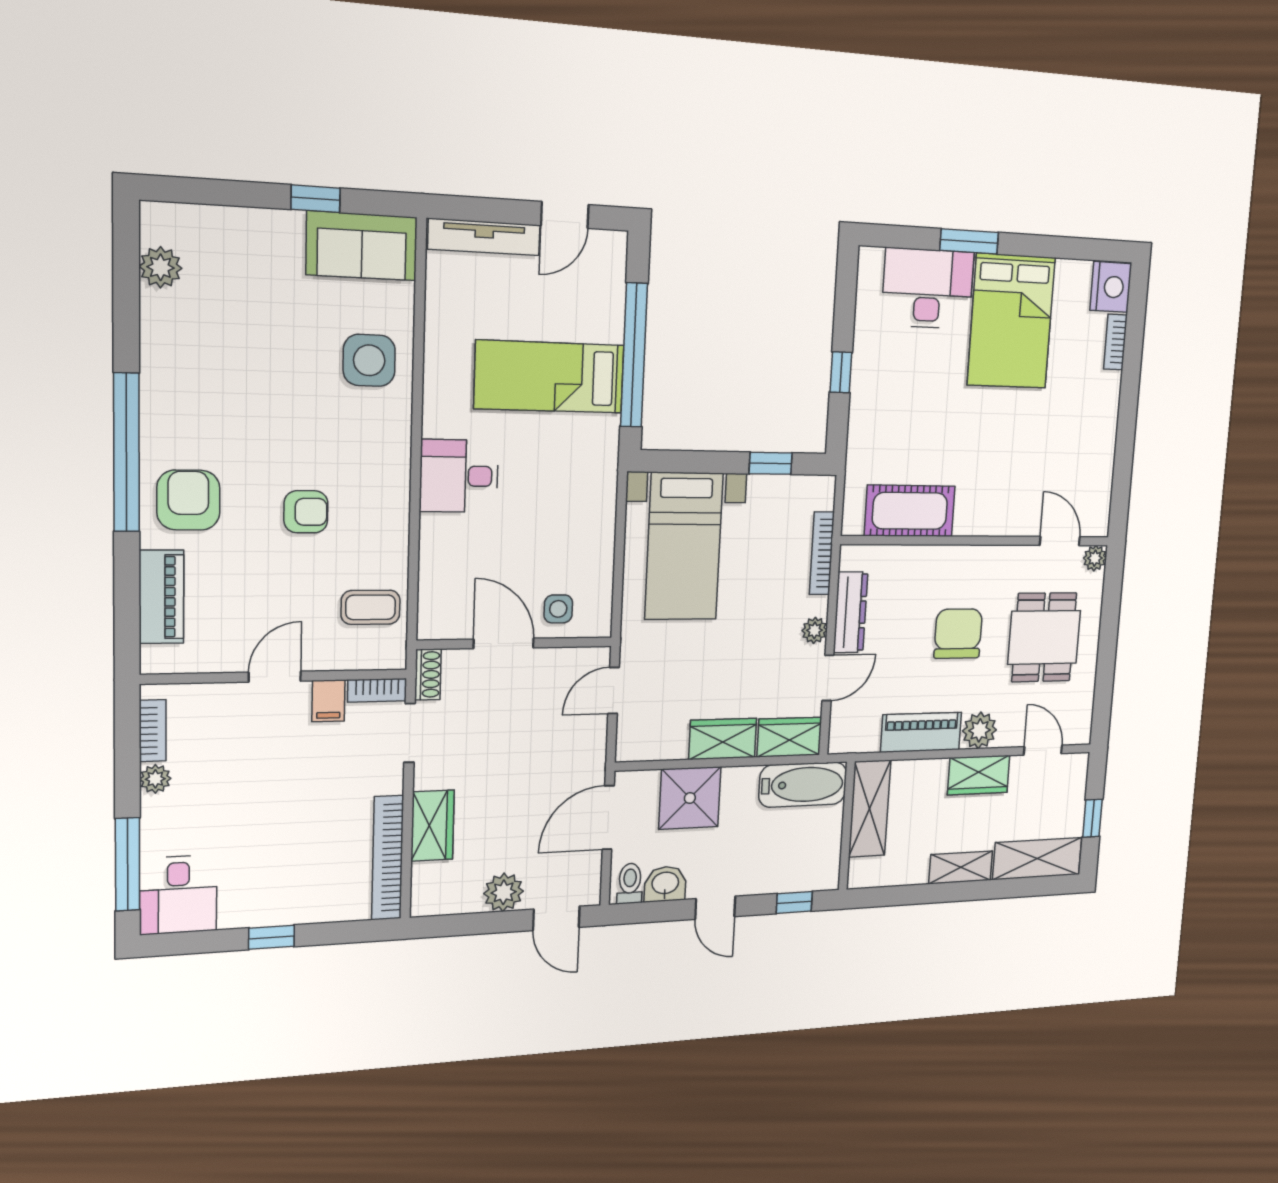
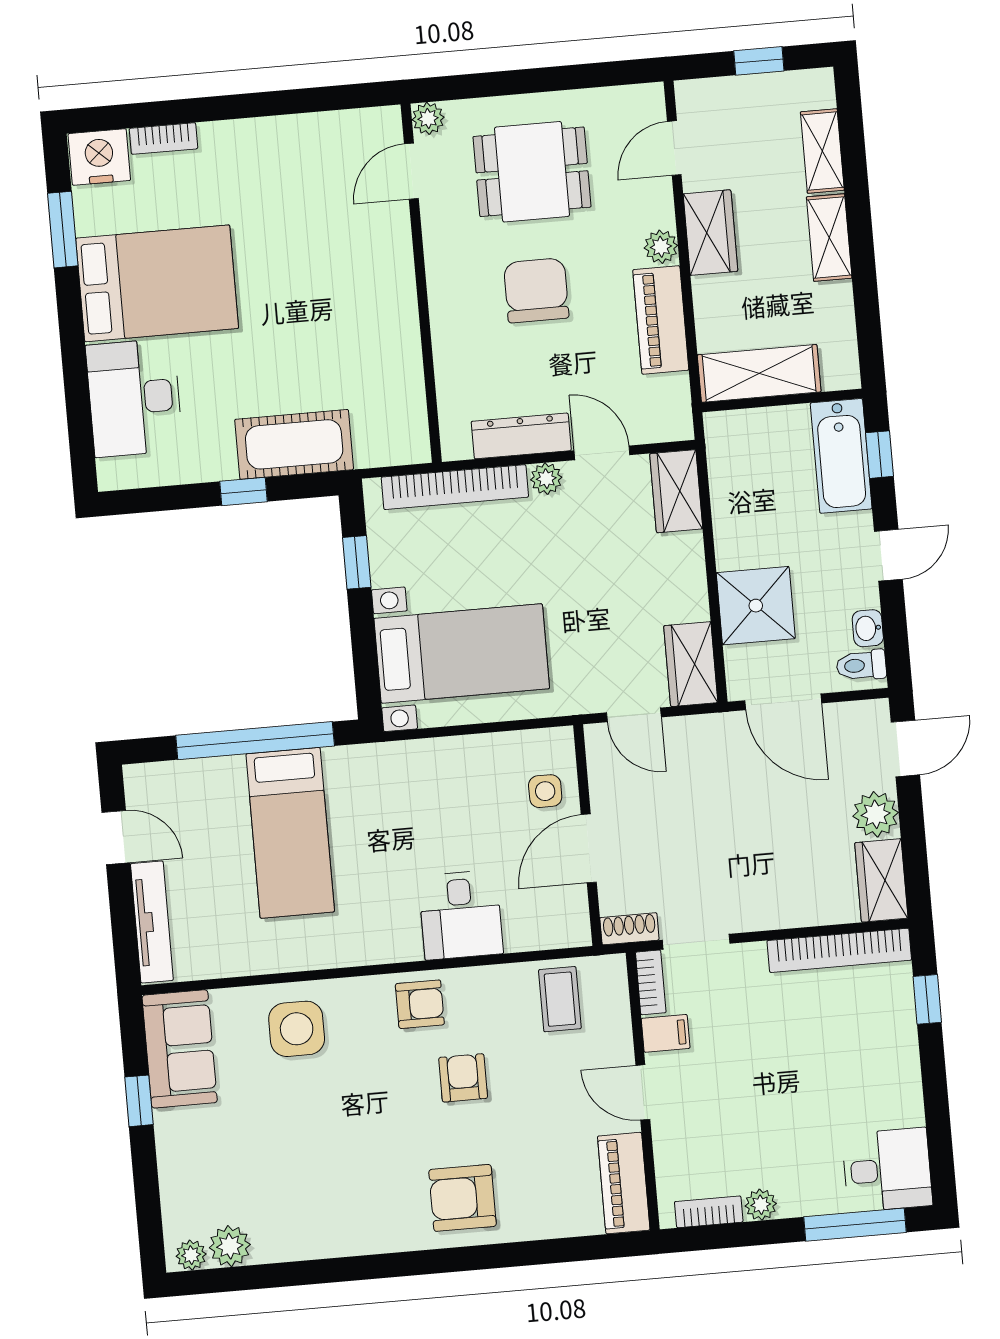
plant: (155, 227) -> (191, 1255), added
window: (969, 241) -> (63, 230), moved
window: (127, 453) -> (420, 1263), removed
desk: (459, 476) -> (461, 915), moved
armchair: (380, 478) -> (420, 1004), added
cot: (910, 511) -> (294, 444), moved, turned 90
bookcase: (822, 553) -> (455, 487), width x1.48, depth x1.31
piano: (162, 597) -> (624, 1183), moved, turned -90
chair: (958, 634) -> (536, 290), turned 90
plant: (980, 730) -> (661, 247), width x0.73, depth x0.73
wardrobe: (723, 739) -> (691, 664), moved
bathtub: (803, 785) -> (841, 456), moved, turned 180
wardrobe: (433, 826) -> (881, 880), moved, turned -90
shelving: (1037, 859) -> (822, 151), width x0.67, depth x0.75
washbasin: (665, 884) -> (868, 628), width x0.72, depth x0.69
window: (271, 937) -> (927, 999), moved

